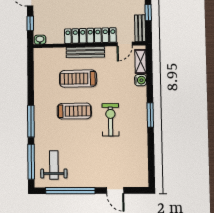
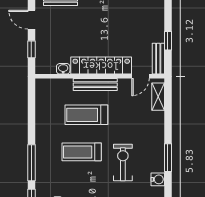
washbasin: (40, 40) -> (63, 69), moved
water cooler: (141, 80) -> (158, 179), moved
treadmill: (74, 111) -> (82, 152), turned 180

